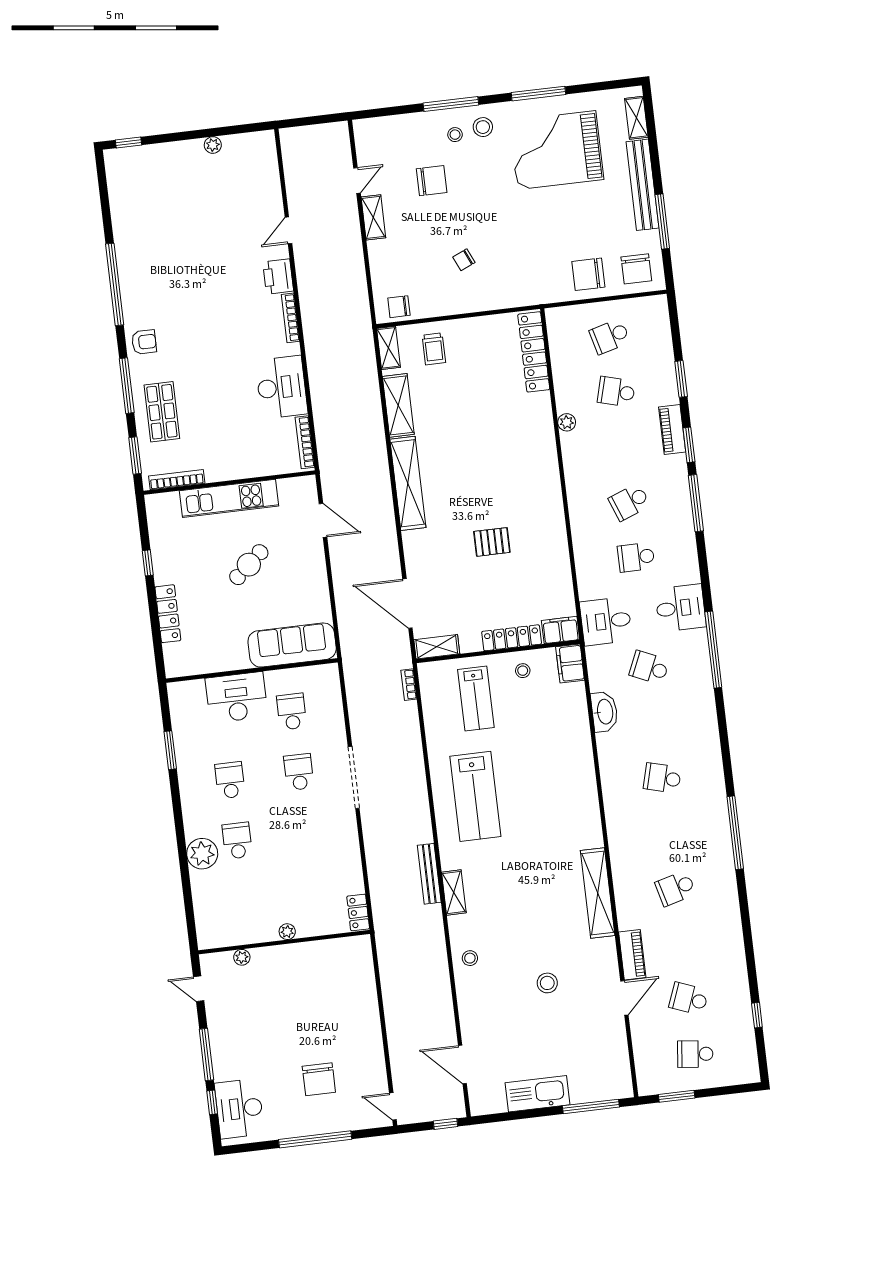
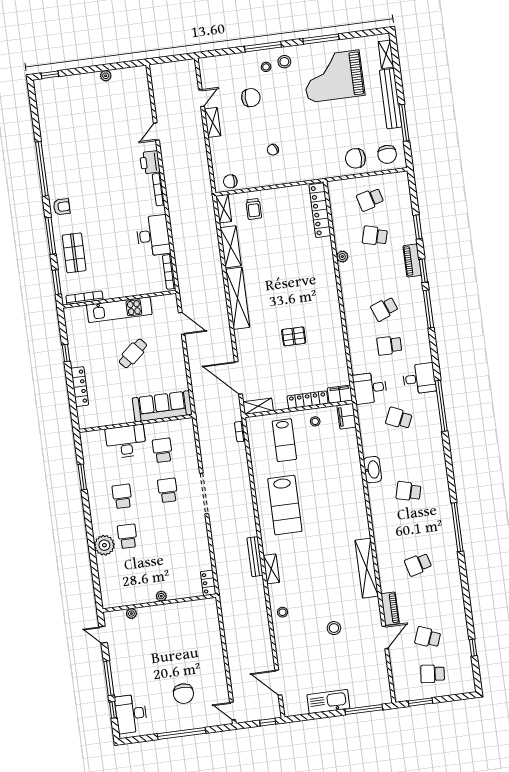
washbasin: (604, 712) -> (372, 470), moved

